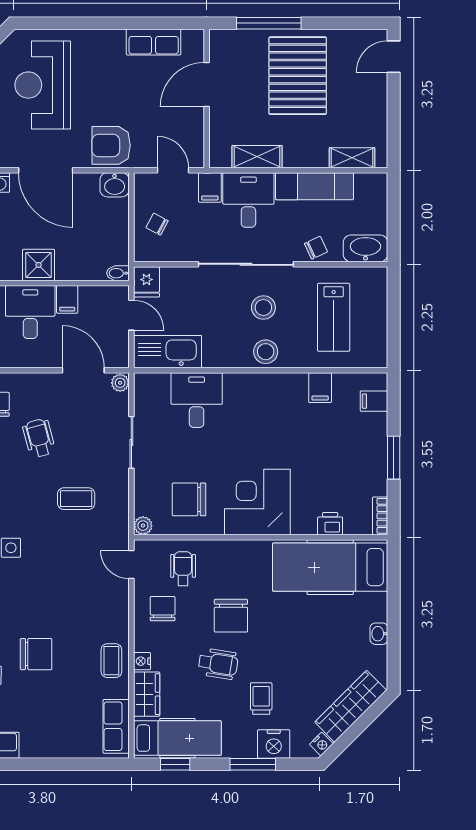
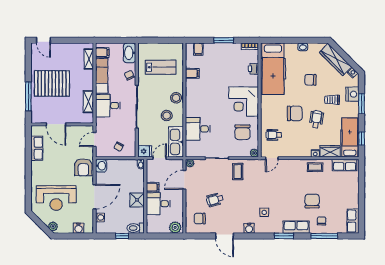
filing cabinet: (210, 188) -> (102, 52), moved
stool: (263, 308) -> (167, 116), moved
coffee table: (76, 499) -> (238, 172), moved
chair: (163, 609) -> (310, 80), moved

